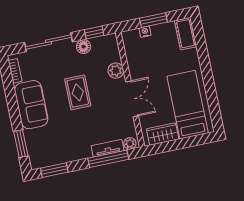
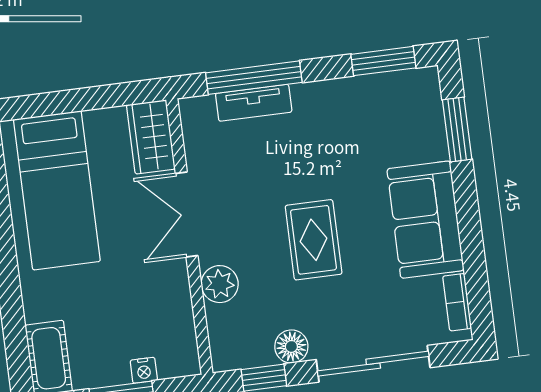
wardrobe: (163, 134) -> (151, 137), moved, turned 90
plant: (130, 143) -> (200, 110), removed

